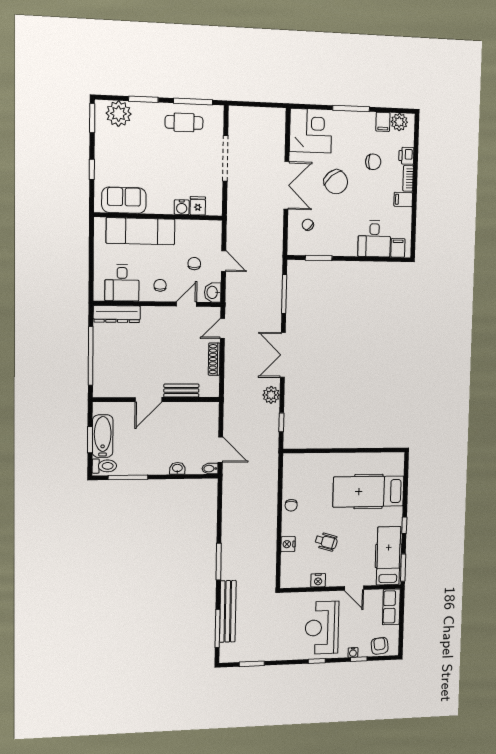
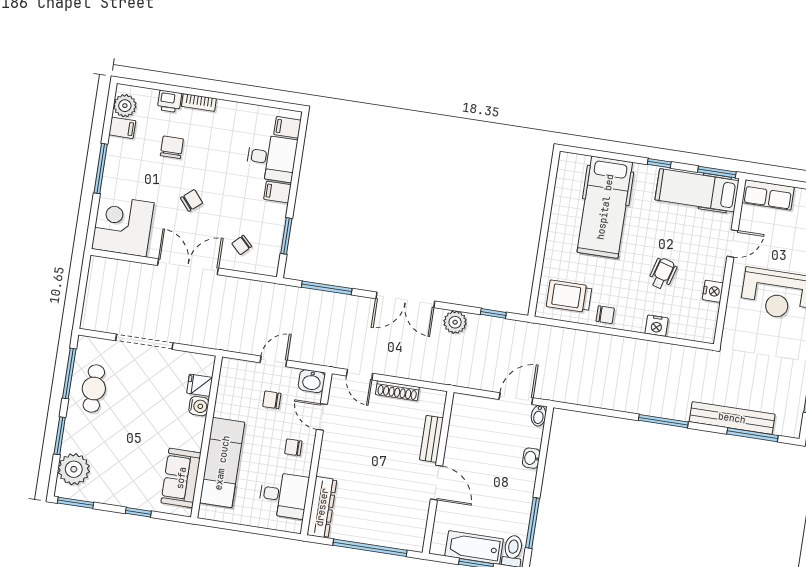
chair: (336, 182) -> (192, 200), width x0.54, depth x0.54
filing cabinet: (403, 199) -> (277, 192), moved, turned 90
trolley: (301, 476) -> (569, 296), added

